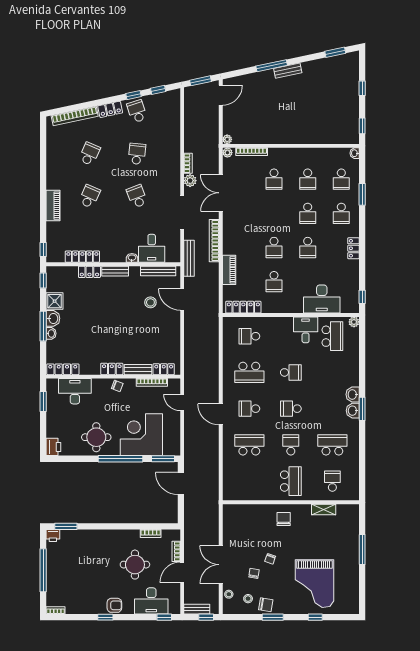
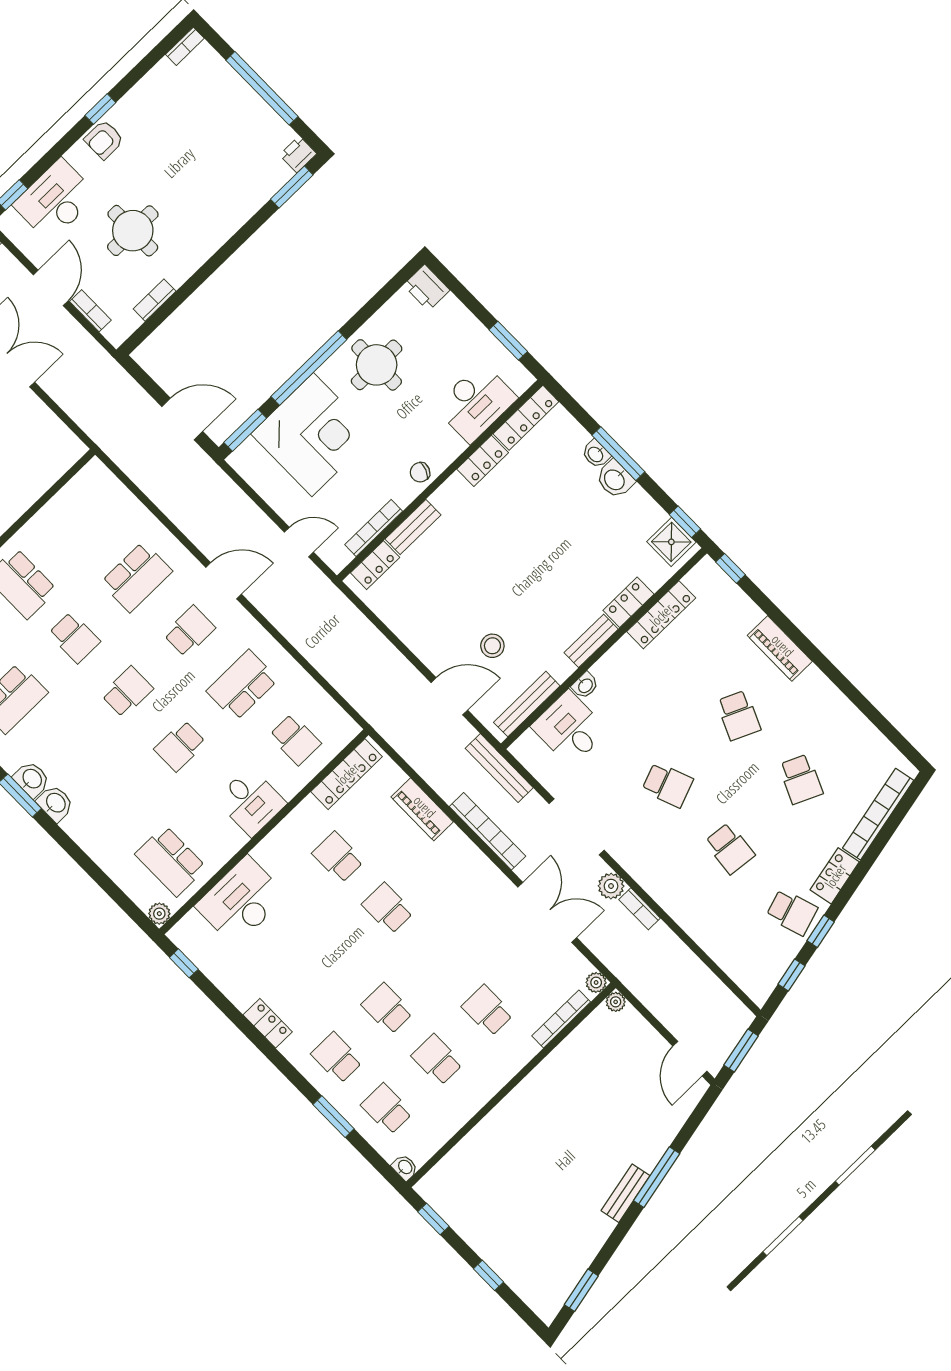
school desk: (308, 247) -> (337, 958), removed
shower: (55, 301) -> (671, 542), moved
desk: (306, 330) -> (251, 802), moved
school desk: (249, 336) -> (295, 739), turned 90
locker: (112, 369) -> (483, 461), moved

